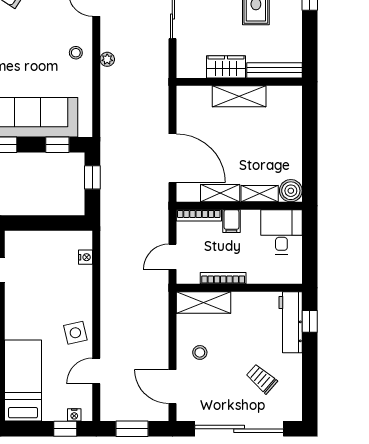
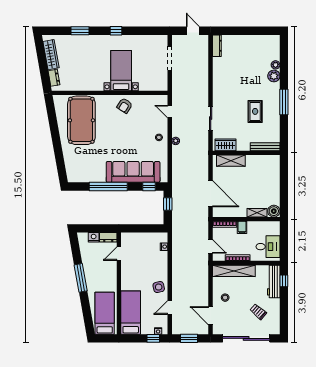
wardrobe: (226, 67) -> (226, 145), moved
shelving: (239, 96) -> (231, 161), moved
shelving: (220, 193) -> (236, 212), removed
desk: (281, 232) -> (268, 247), moved, turned 90
door: (172, 257) -> (211, 246), swing flipped
shelving: (203, 302) -> (234, 271), width x1.47

